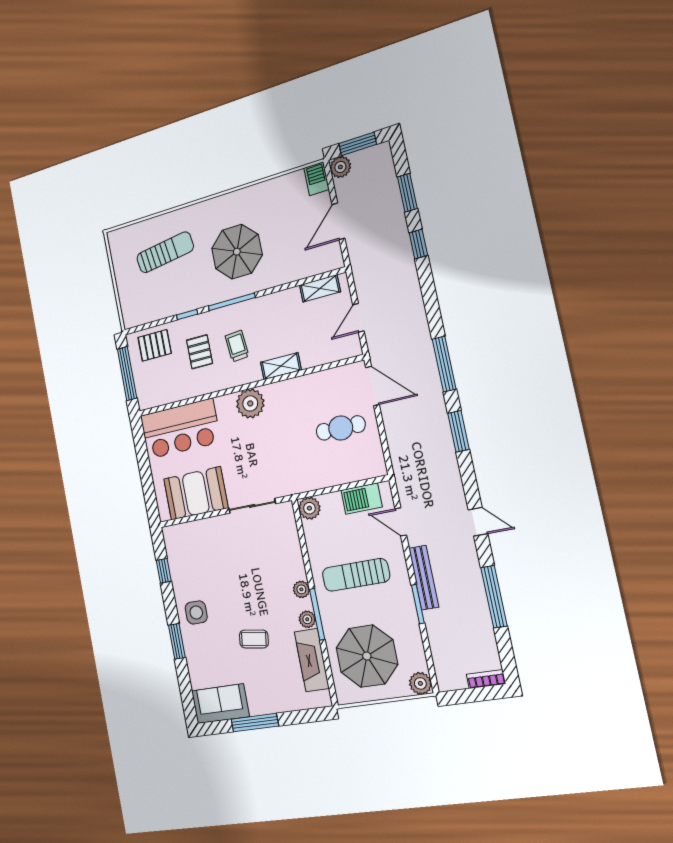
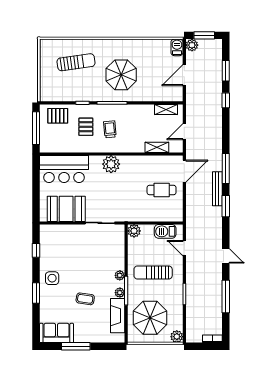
shelving: (281, 366) -> (157, 147), moved
door: (373, 386) -> (184, 171), hinge flipped
bench: (424, 578) -> (217, 189), moved

